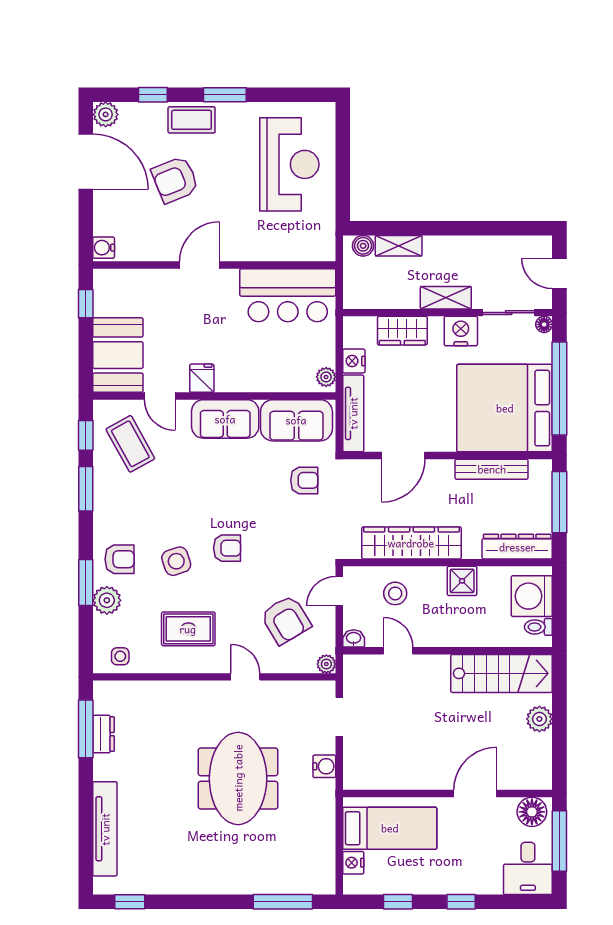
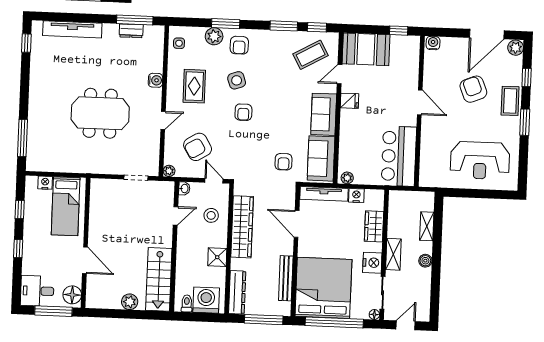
boiler: (363, 246) -> (425, 261), moved
water cooler: (324, 766) -> (155, 80), moved, turned -90

